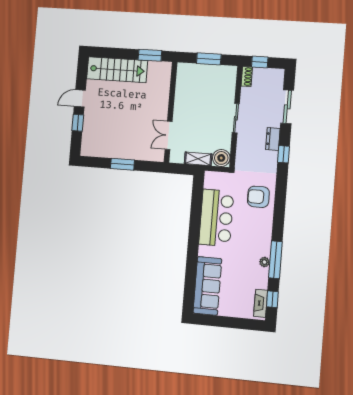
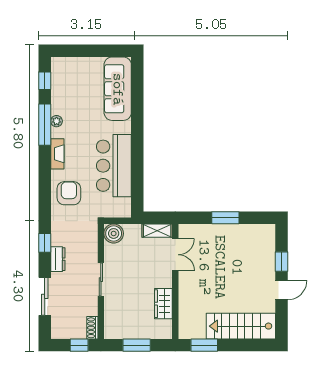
wardrobe: (182, 93) -> (163, 304), added
shelving: (198, 159) -> (157, 231), moved
armchair: (258, 197) -> (69, 193), turned -90
fireplace: (261, 303) -> (57, 154), moved

